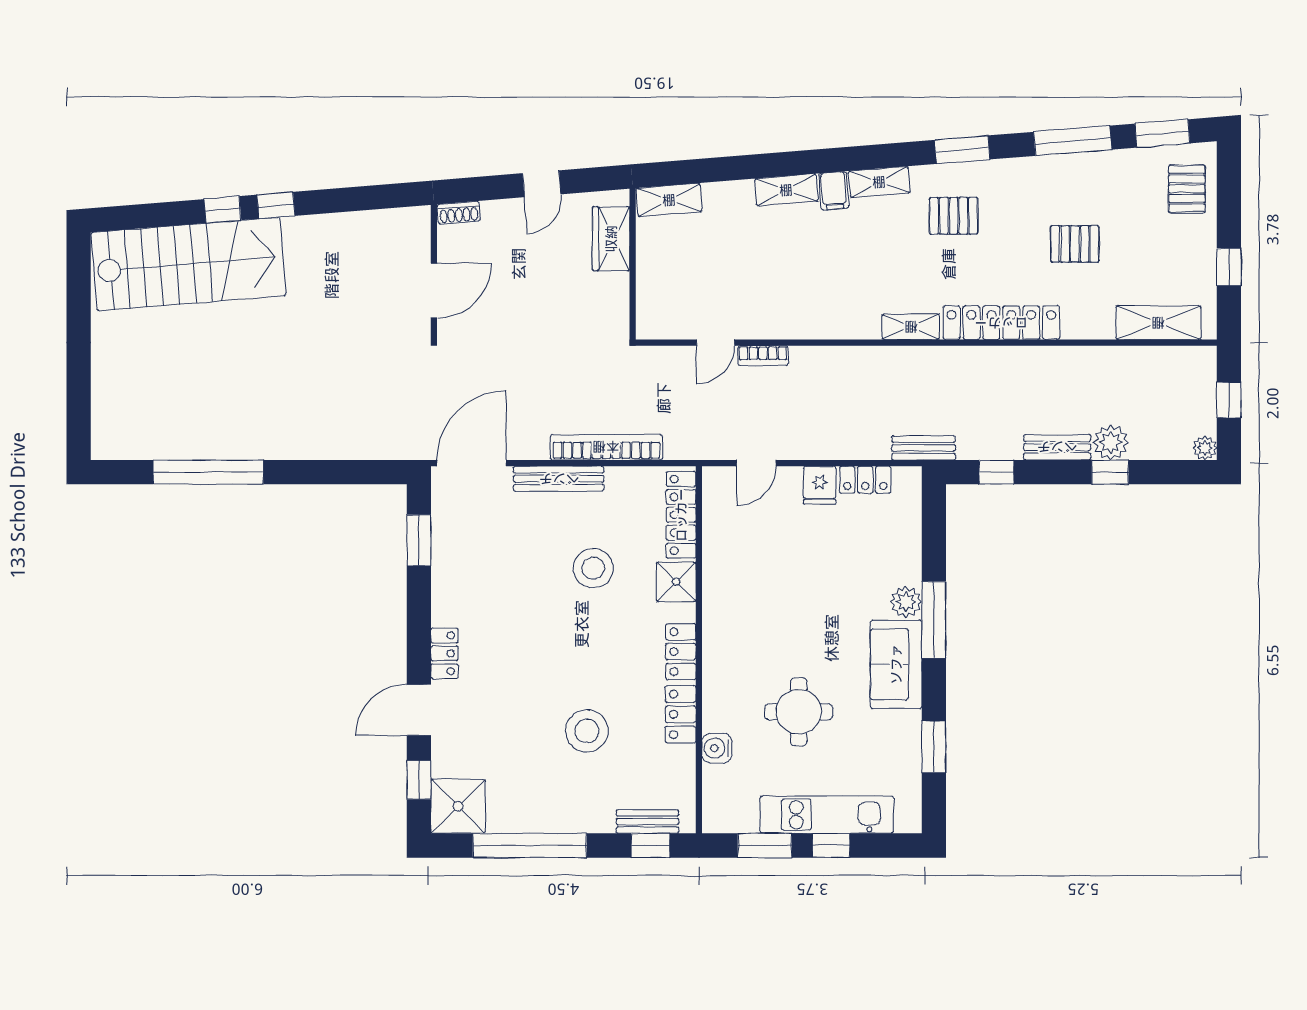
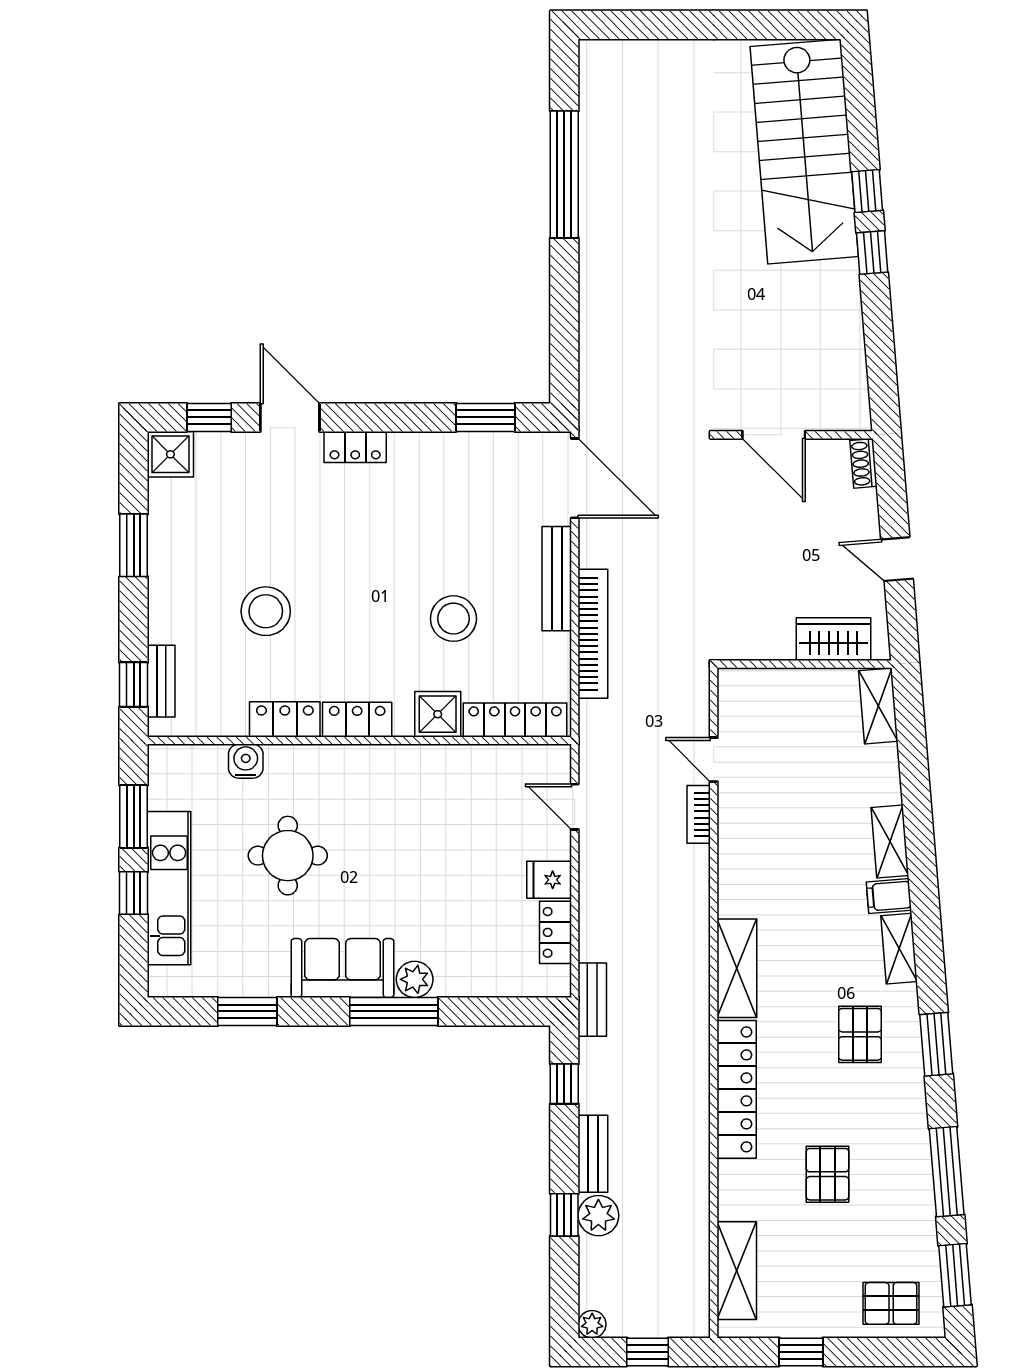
shelving: (911, 327) -> (737, 968), width x1.50, depth x1.33
shower: (458, 806) -> (170, 454), width x0.73, depth x0.73
window: (530, 845) -> (134, 545), width x0.47

